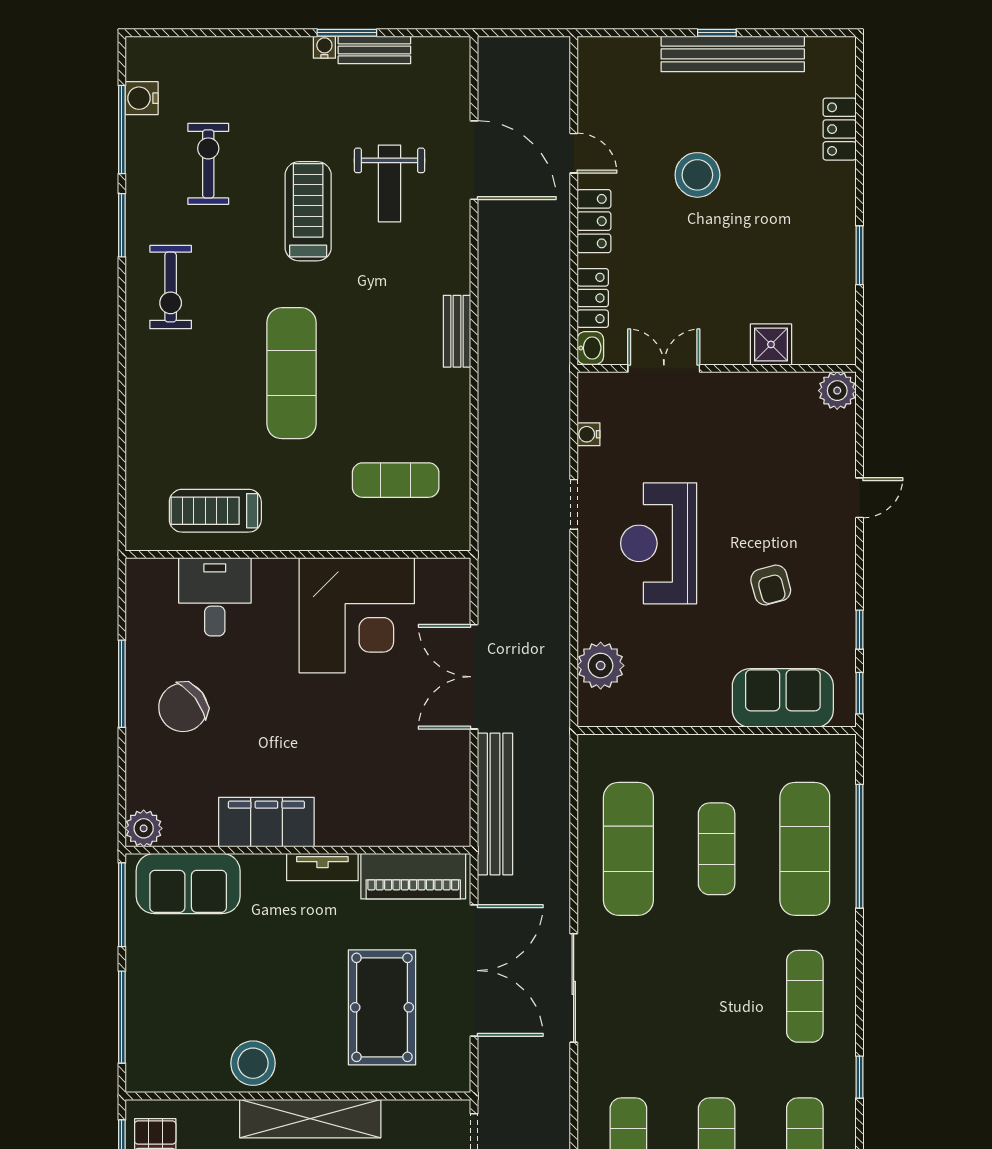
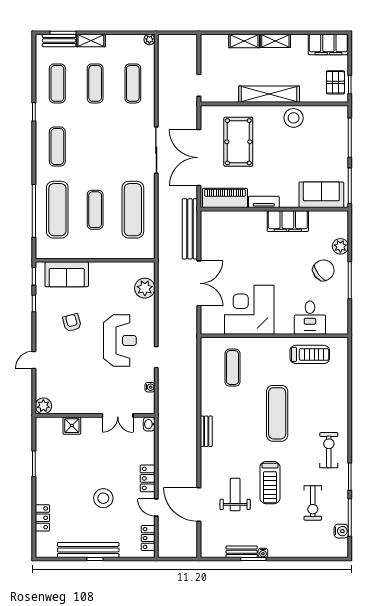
locker: (593, 298) -> (148, 538), moved
exercise mat: (396, 480) -> (233, 368), turned 90
plant: (144, 828) -> (340, 246), moved

